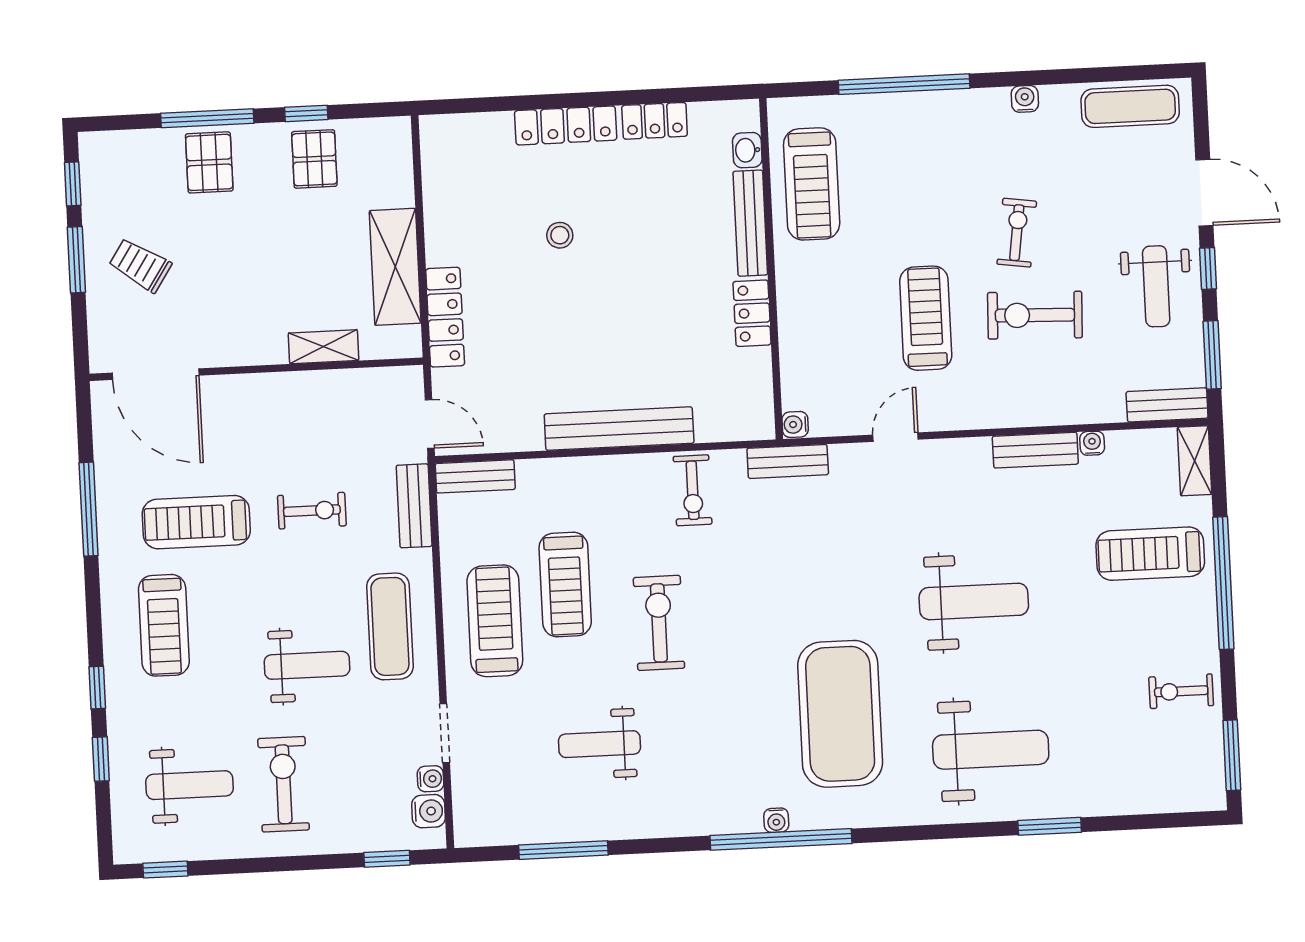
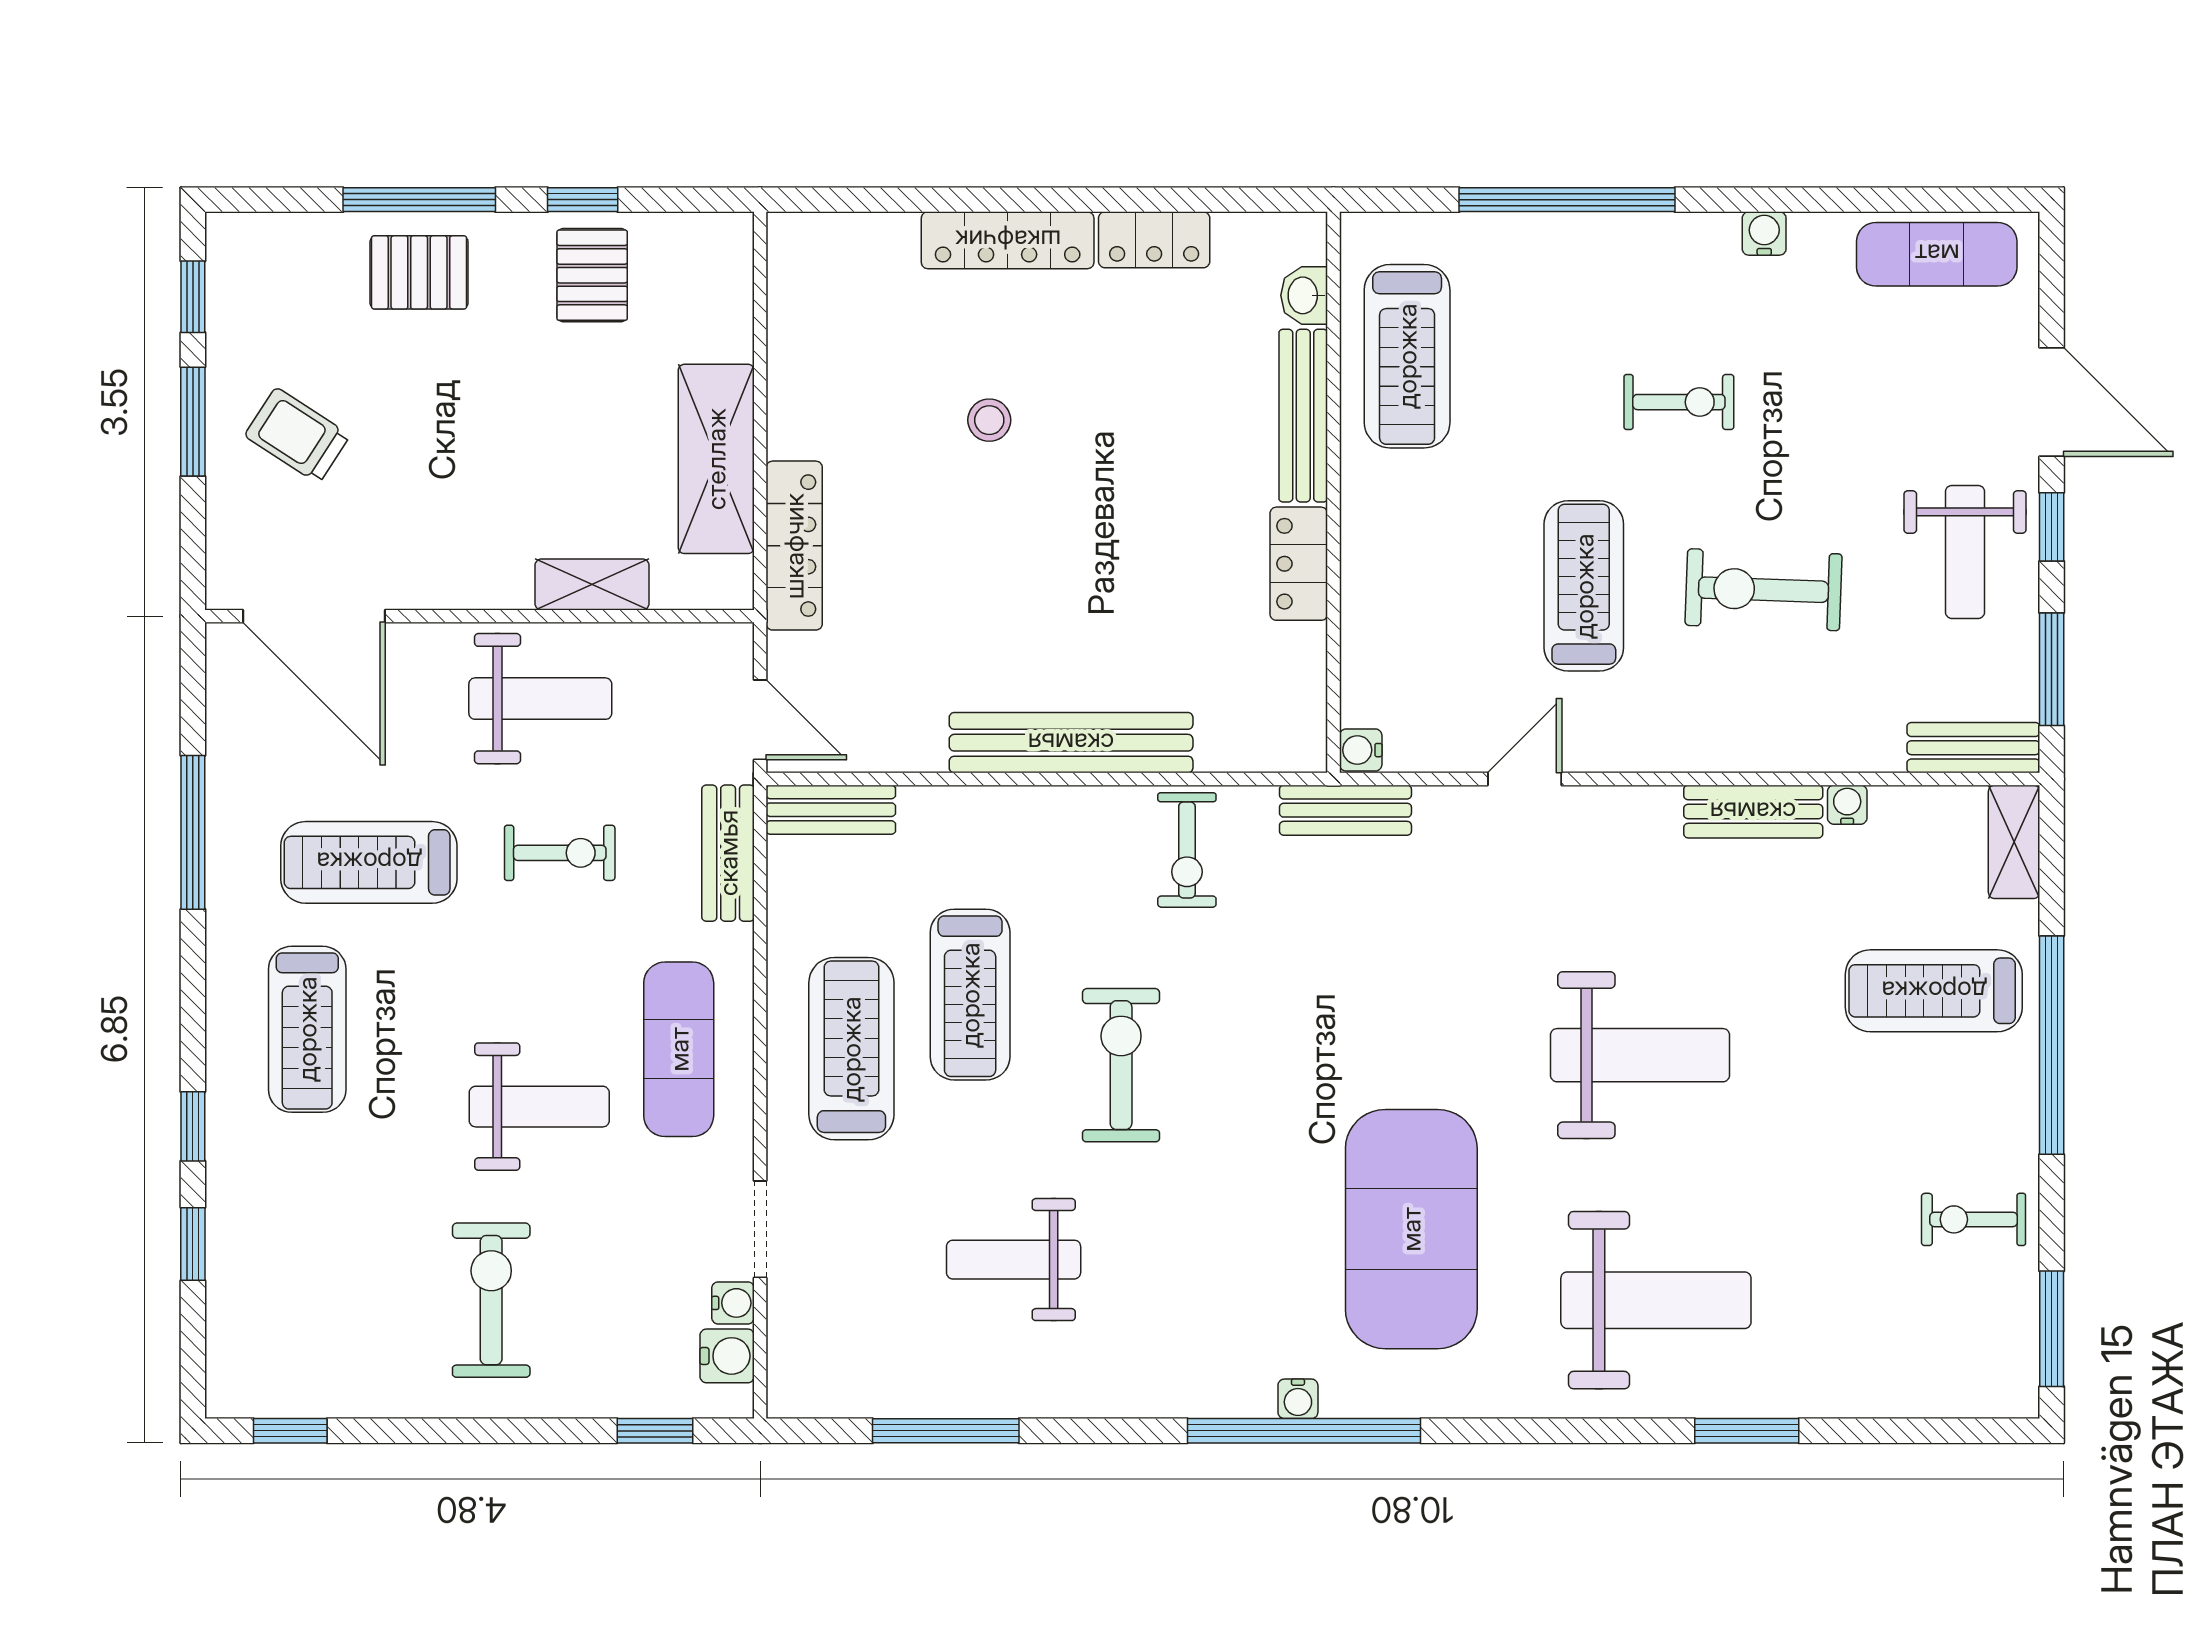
pallet: (209, 162) -> (419, 272), turned 90
exercise bike: (1017, 233) -> (1679, 402), moved, turned 82
weight bench: (190, 785) -> (540, 699), moved

